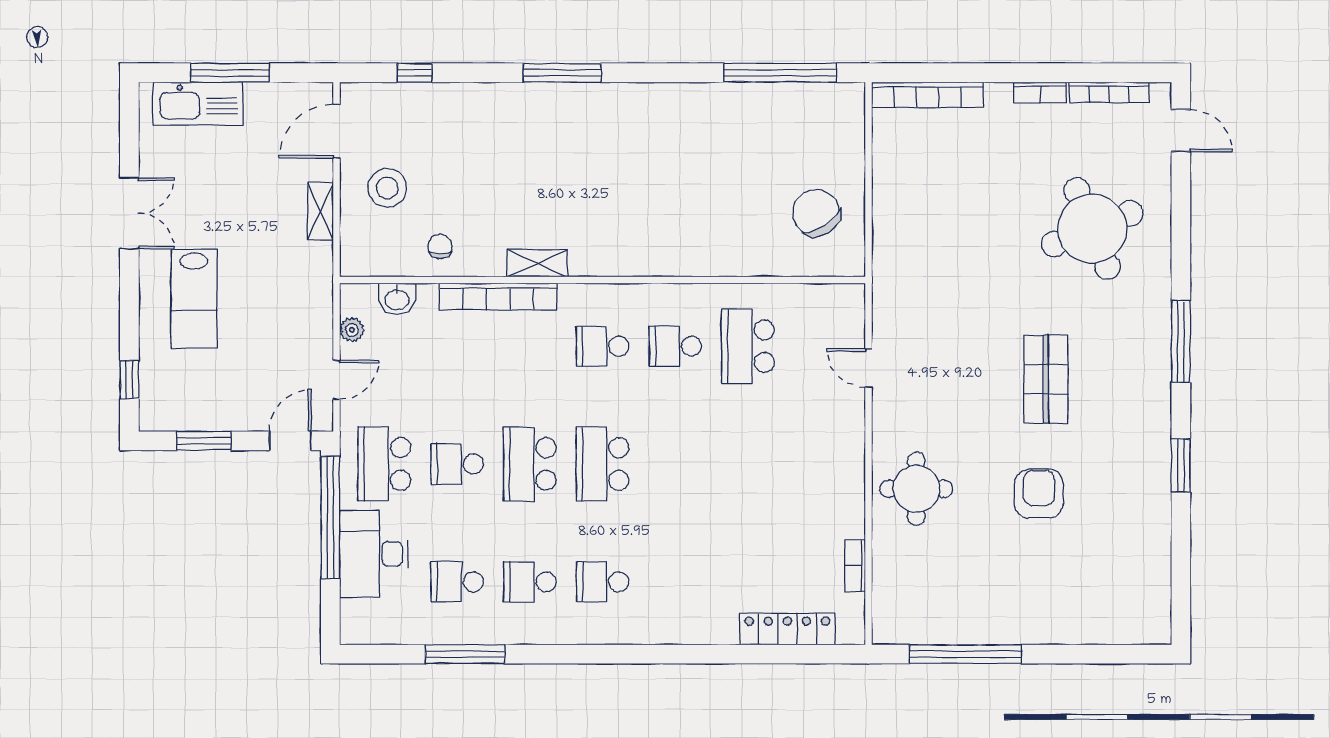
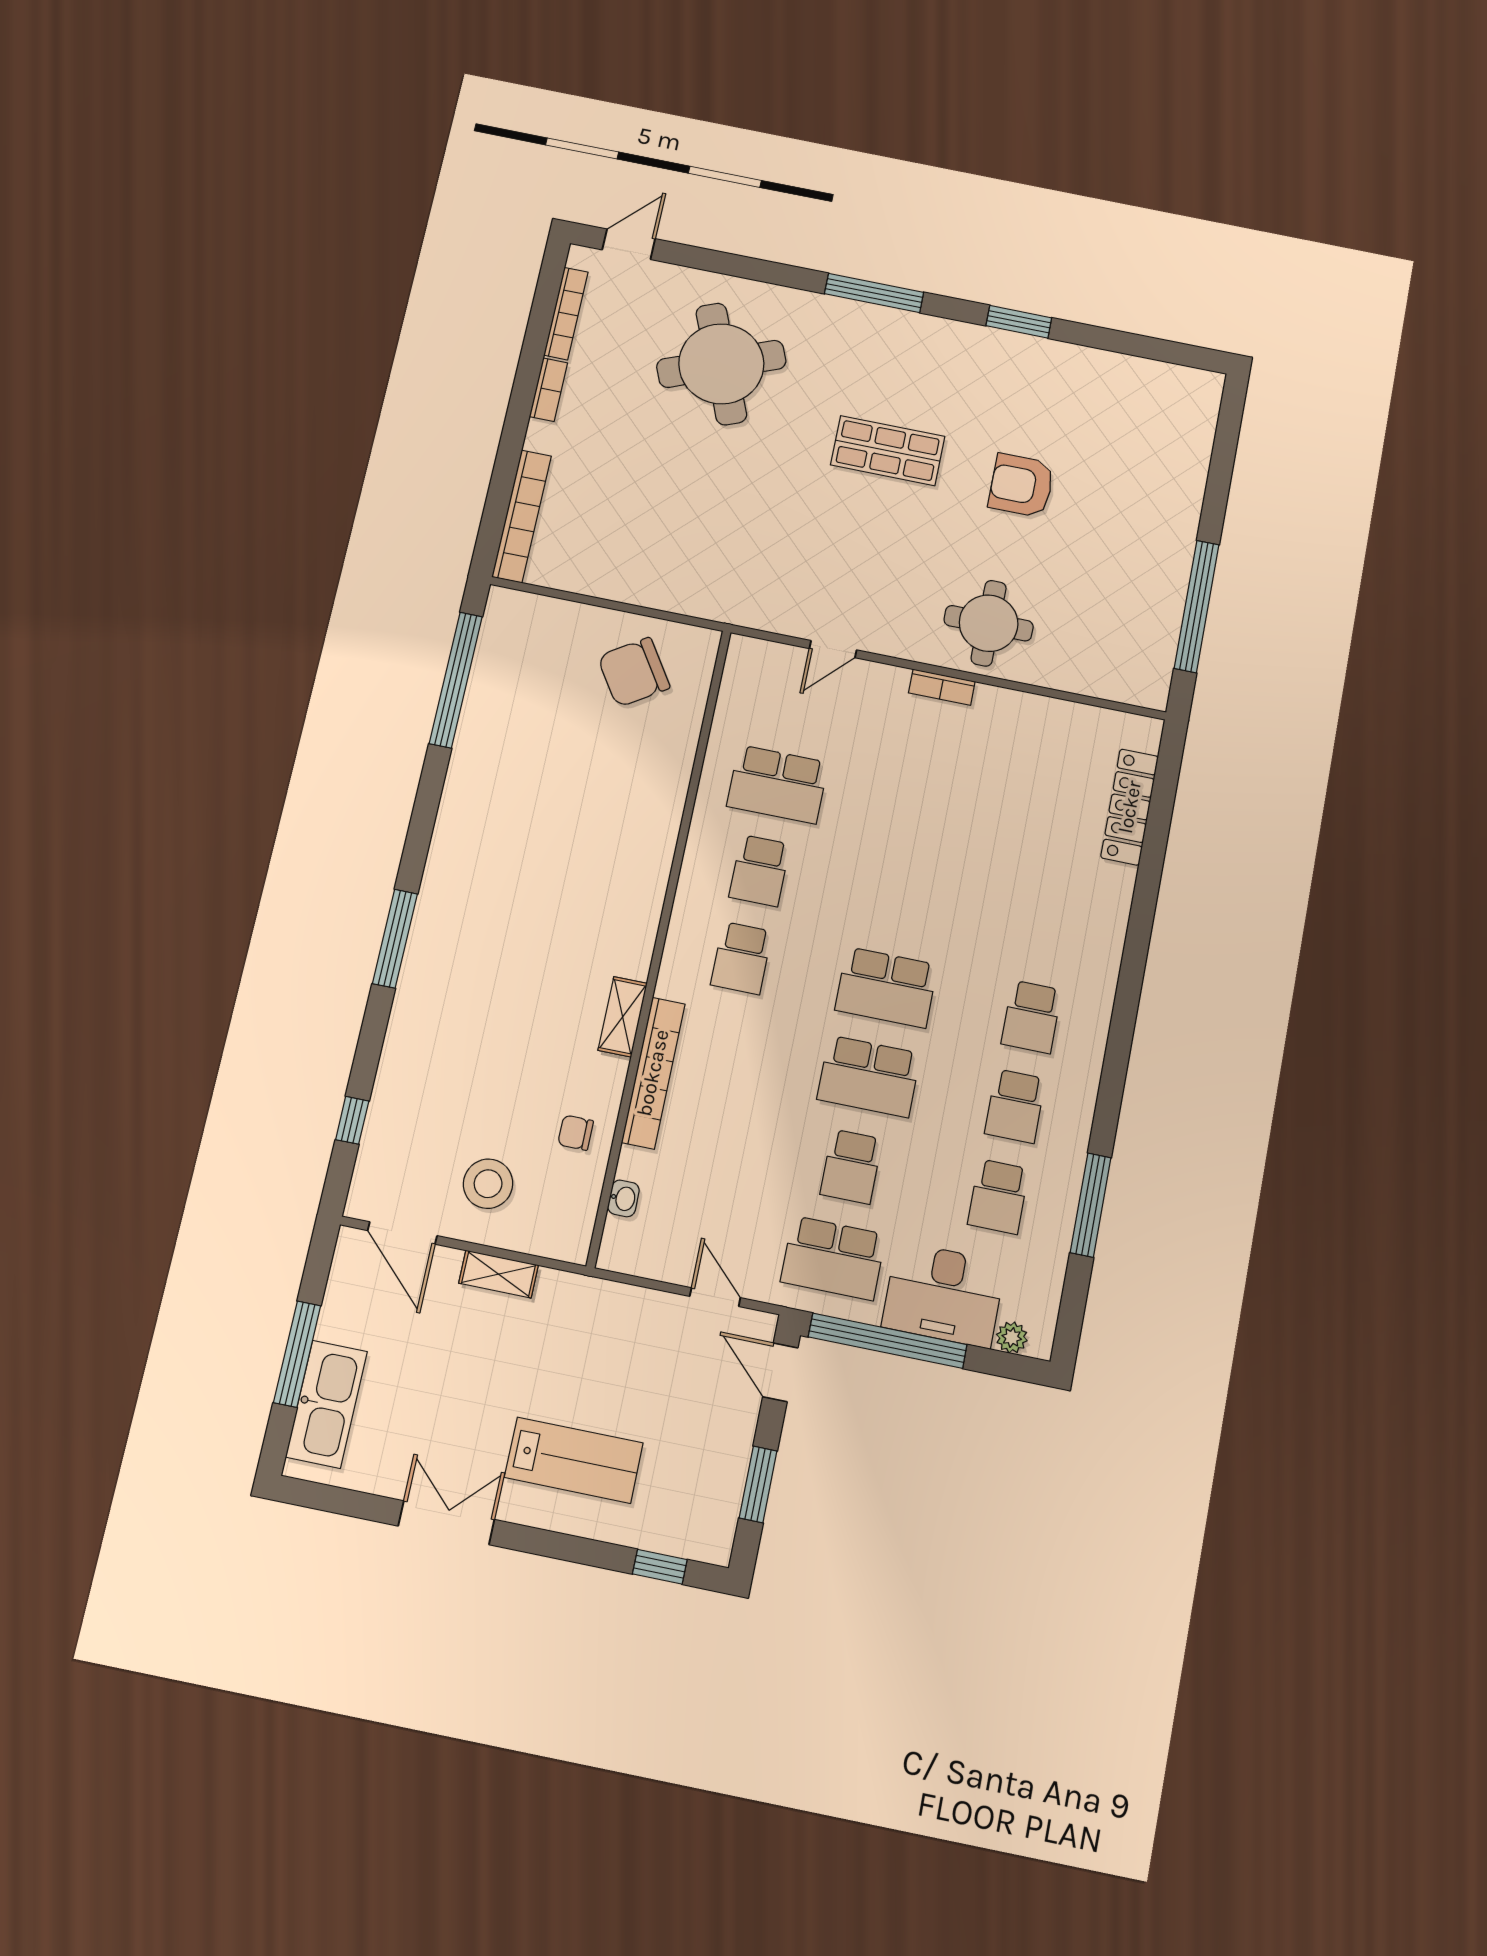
washbasin: (397, 299) -> (623, 1198), width x0.72, depth x0.69
plant: (352, 330) -> (1012, 1337), moved
bookcase: (855, 566) -> (942, 687), moved

